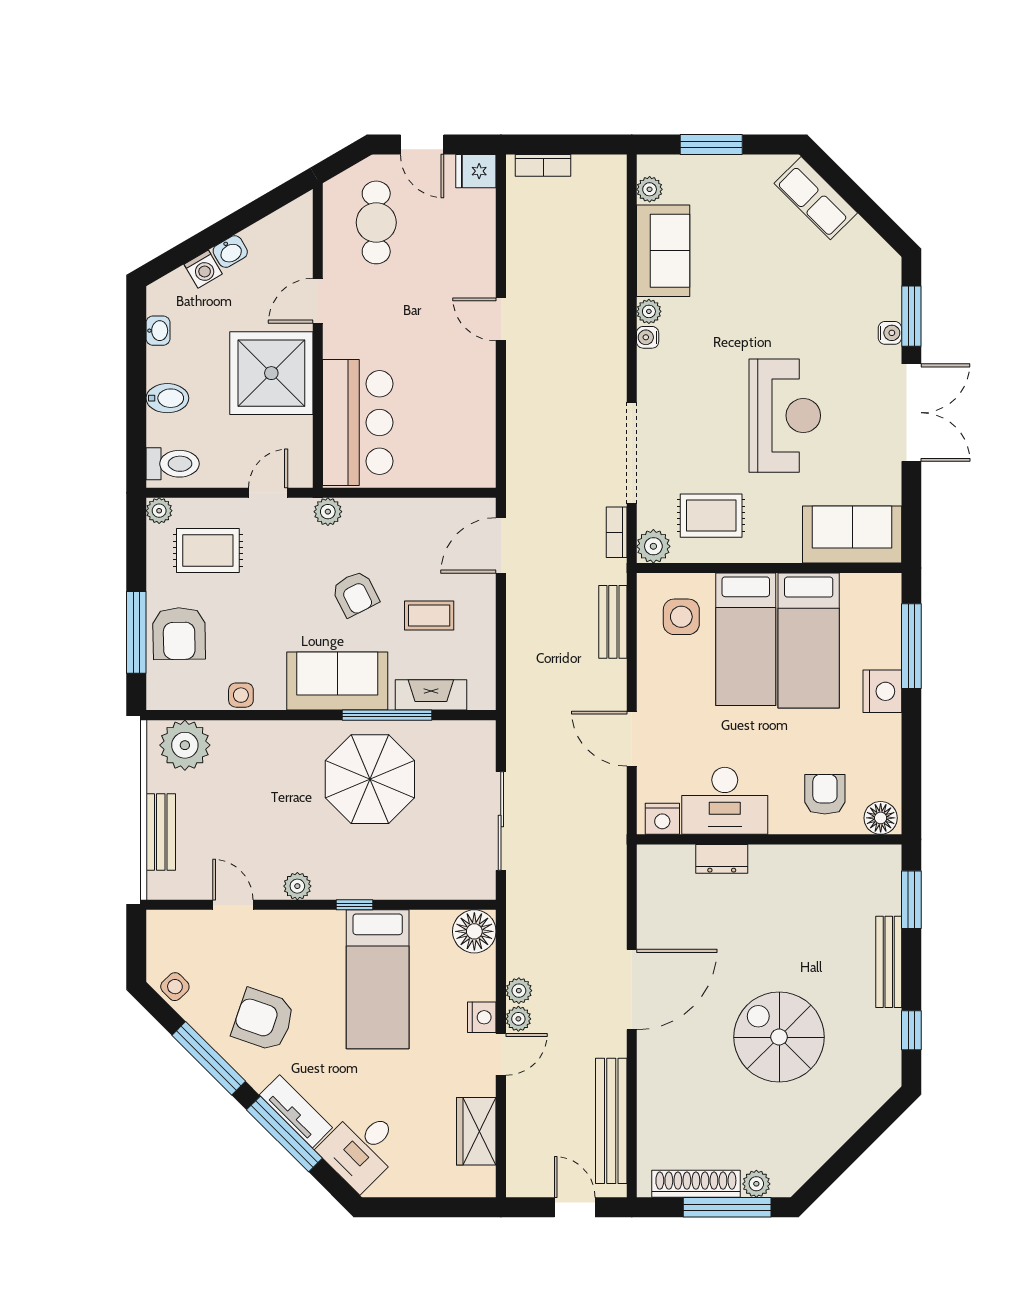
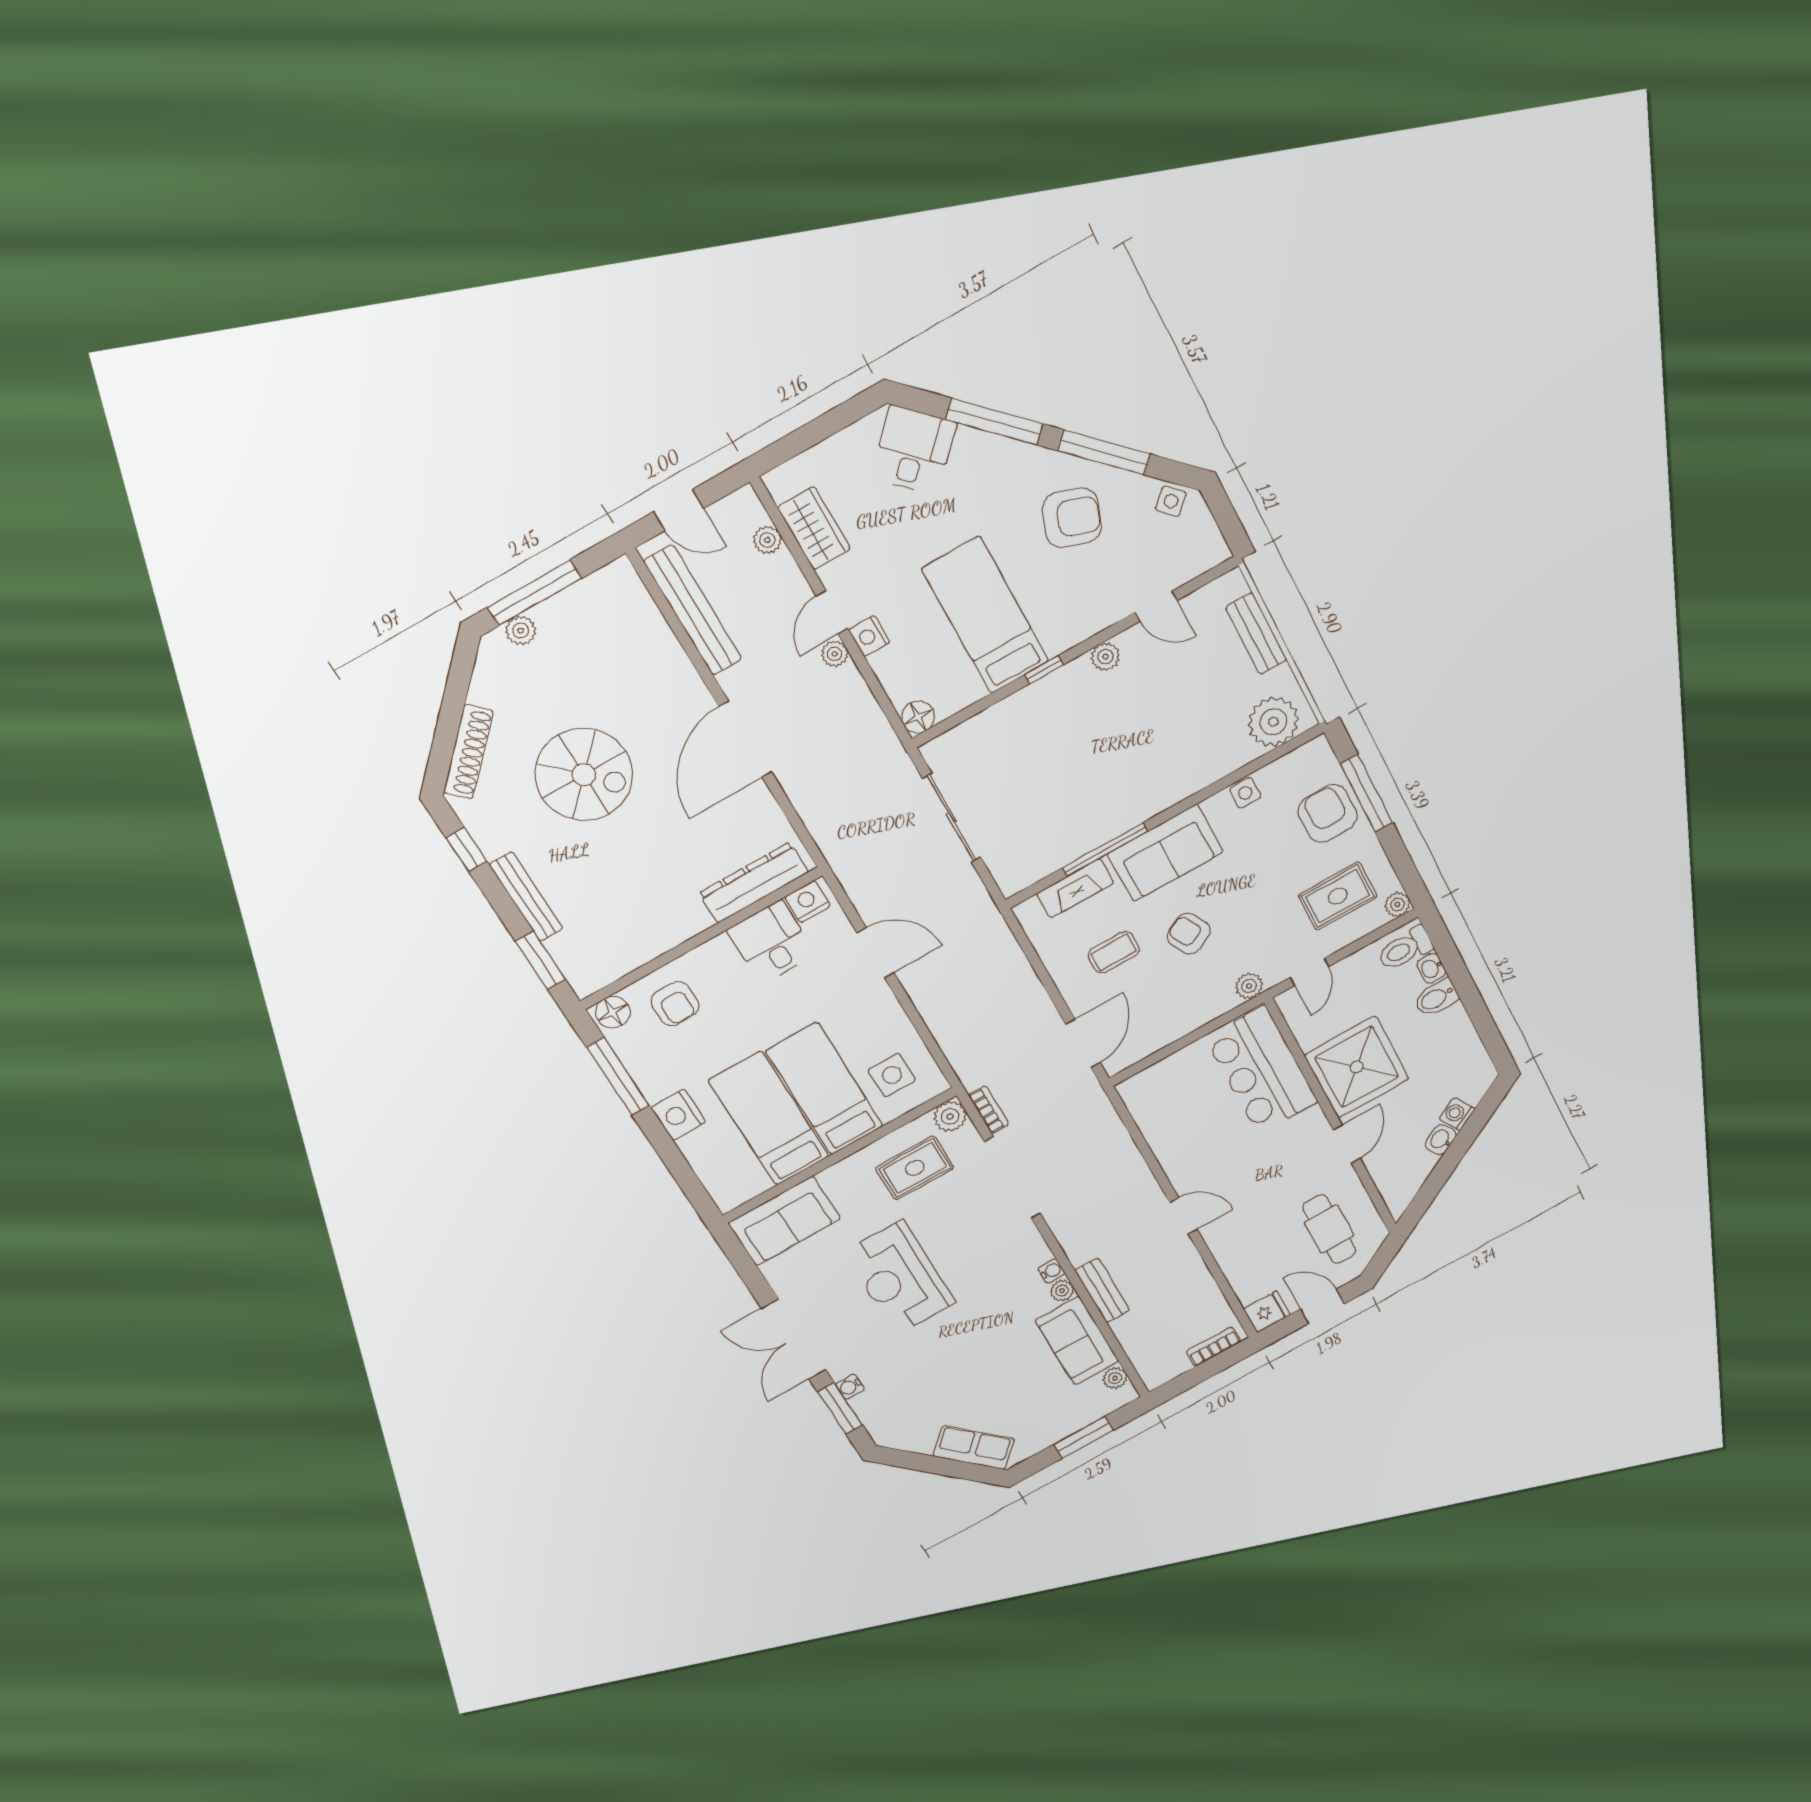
washbasin: (158, 331) -> (1431, 968), moved
bench: (613, 622) -> (1102, 1290), moved
window: (911, 646) -> (618, 1076), moved
parasol: (370, 779) -> (1090, 787), removed
desk: (725, 801) -> (771, 942), width x0.73
dresser: (722, 859) -> (754, 883), width x1.96, depth x1.24
floor lamp: (474, 931) -> (918, 717), width x0.73, depth x0.73
plant: (519, 991) -> (767, 540), moved
tv unit: (296, 1111) -> (995, 449), removed
shoe rack: (696, 1184) -> (468, 752), moved, turned -45

